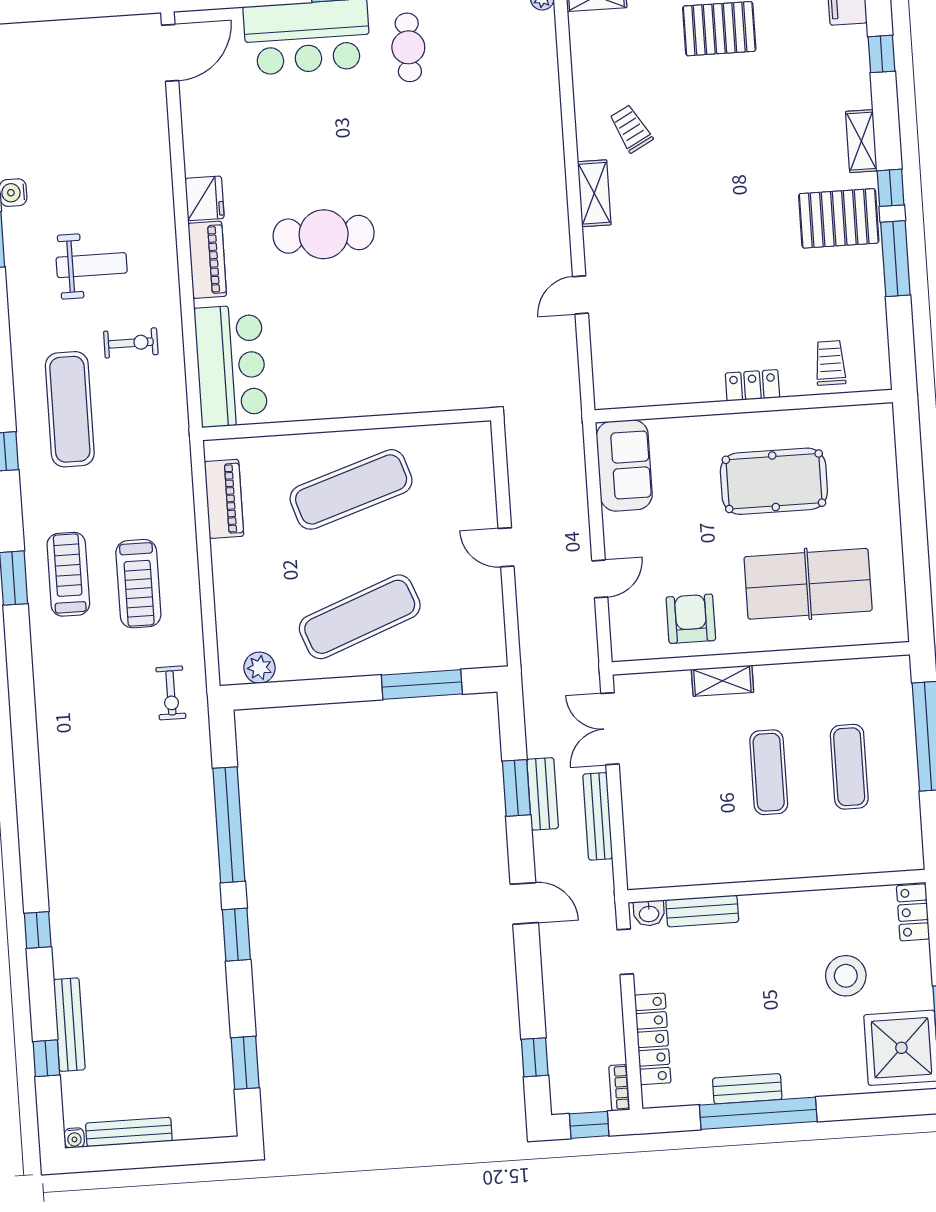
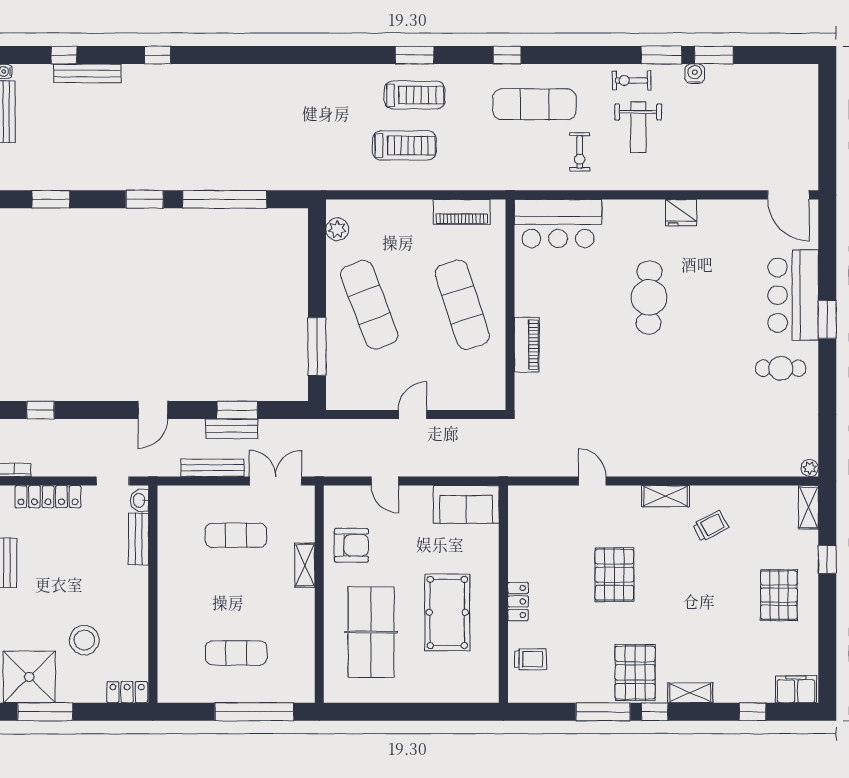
pallet: (707, 256) -> (614, 575), added
piano: (207, 260) -> (527, 345), moved, turned -90
treadmill: (138, 584) -> (404, 145), turned 180
exercise bike: (171, 693) -> (631, 80), moved
exercise mat: (769, 772) -> (236, 535), moved

